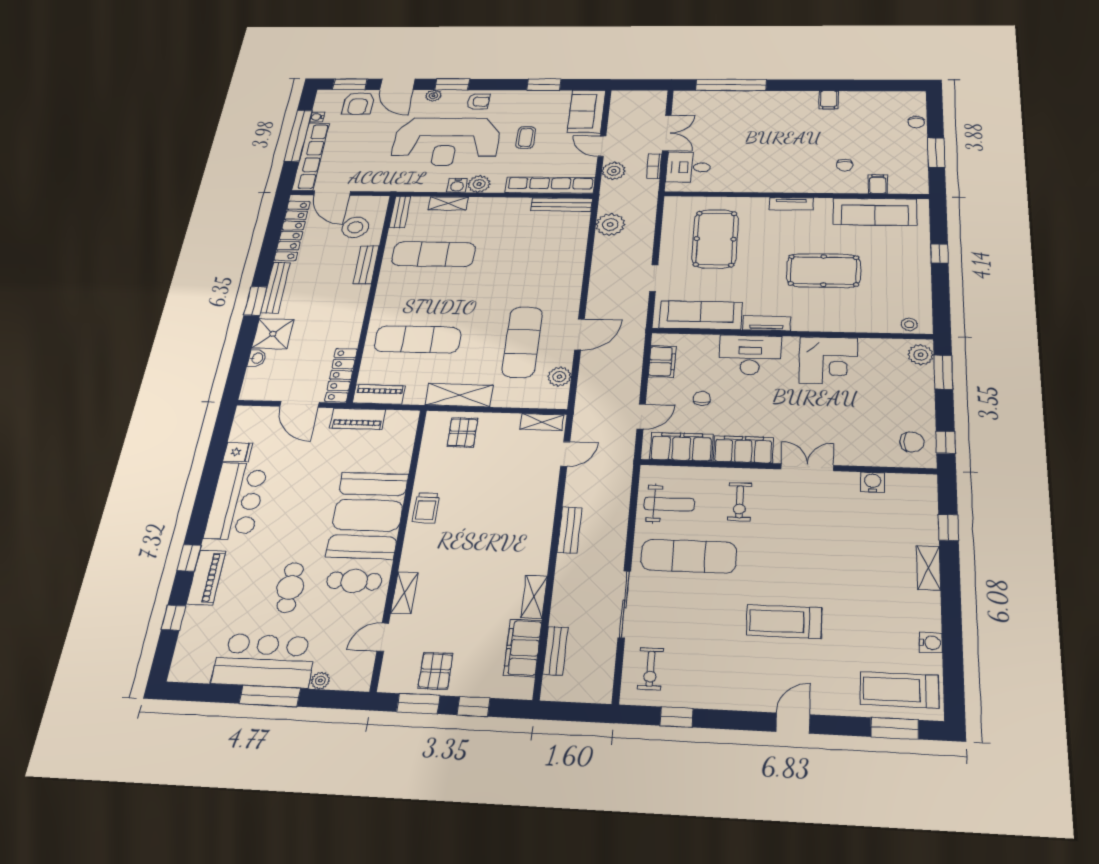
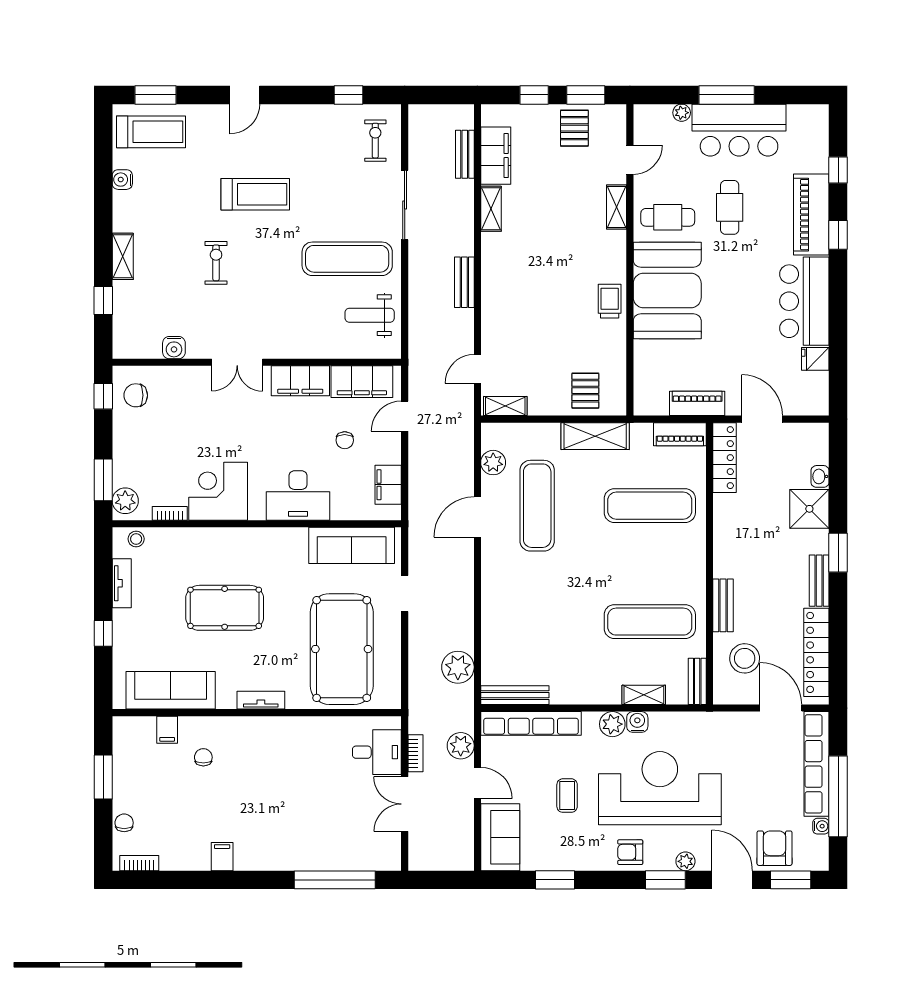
bookcase: (902, 96) -> (139, 863), added
pool table: (715, 239) -> (342, 649), width x1.36, depth x1.32
bench: (276, 288) -> (819, 581), width x0.73
tv unit: (767, 323) -> (122, 583), moved, turned -90
bookcase: (876, 344) -> (170, 513), added
exercise bike: (740, 502) -> (216, 263), moved
piano: (206, 577) -> (811, 215), width x1.37, depth x1.33

